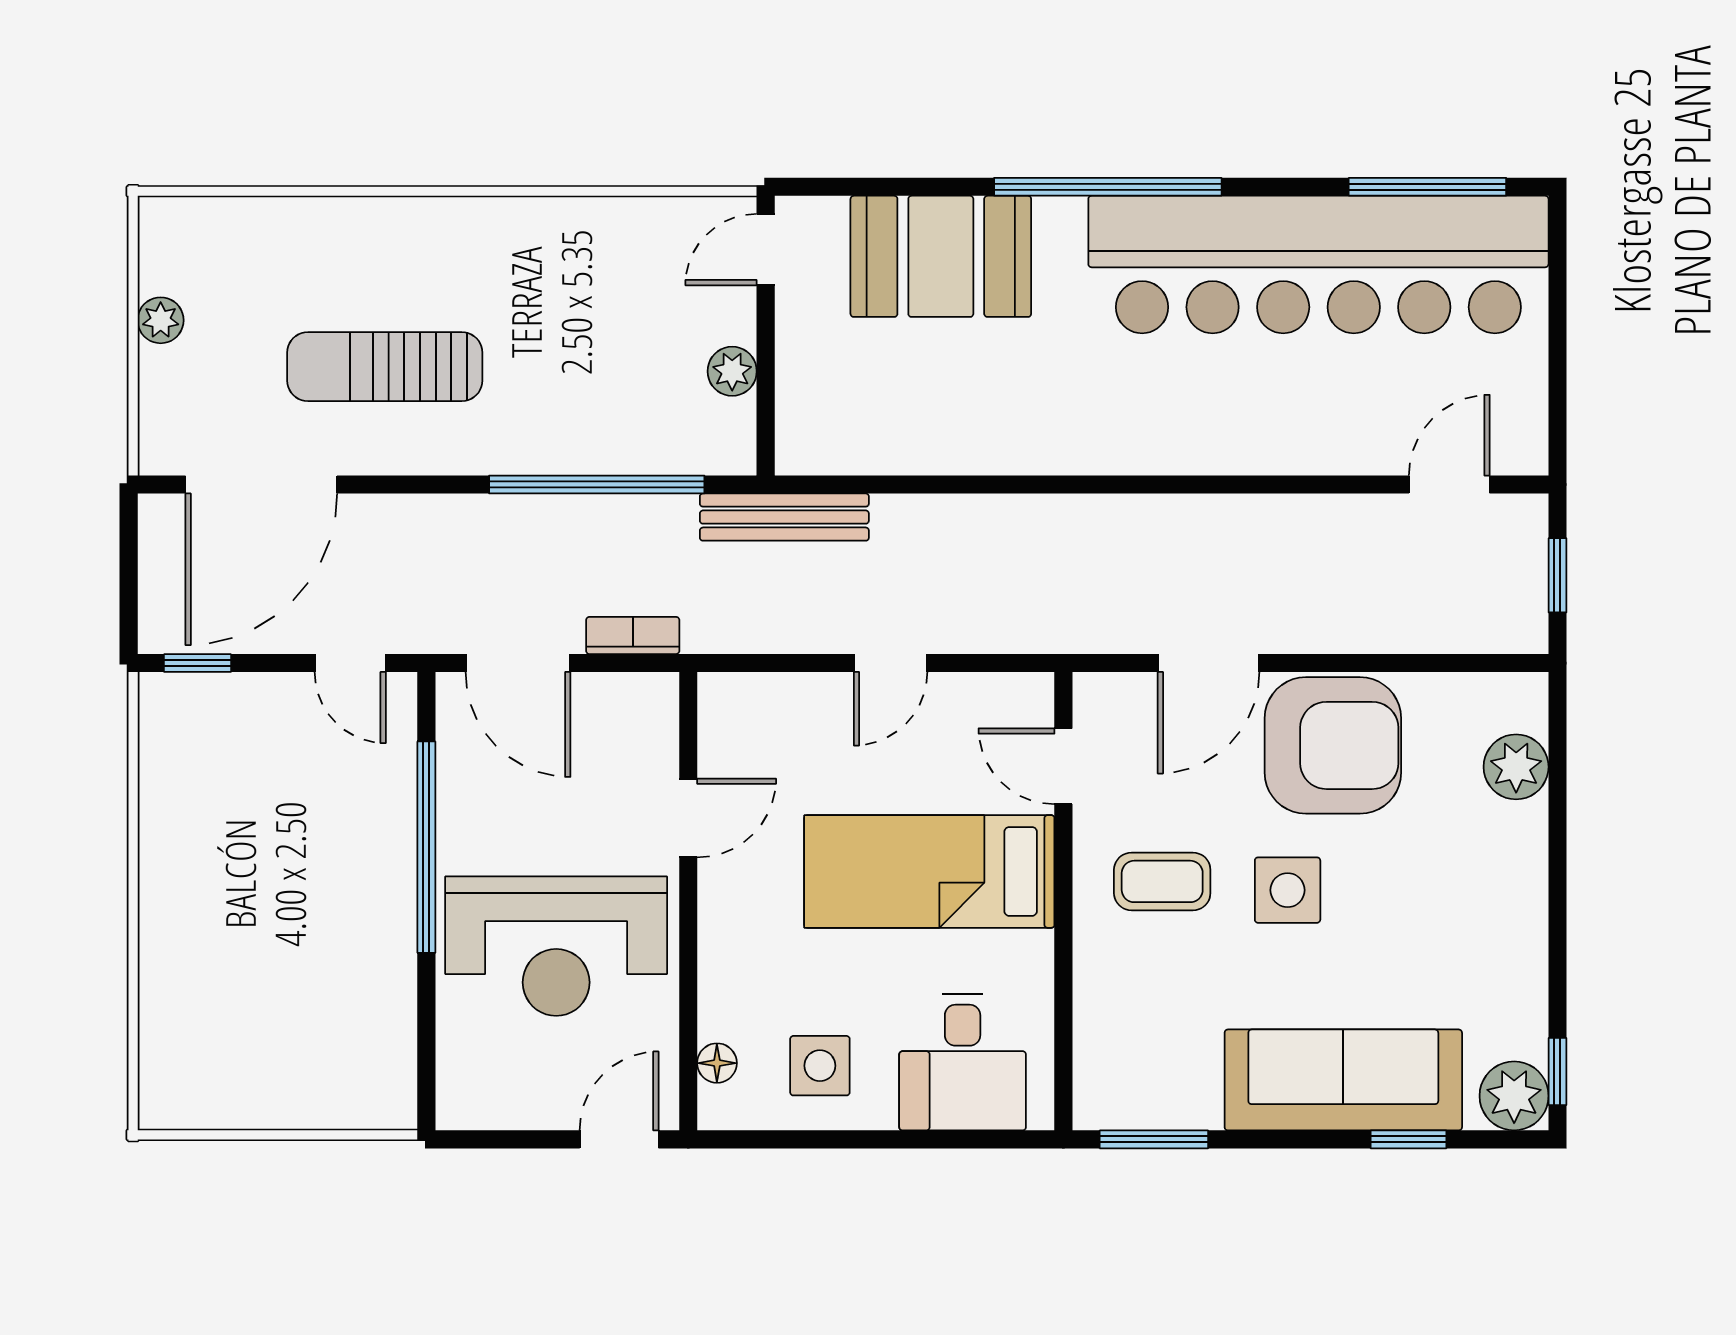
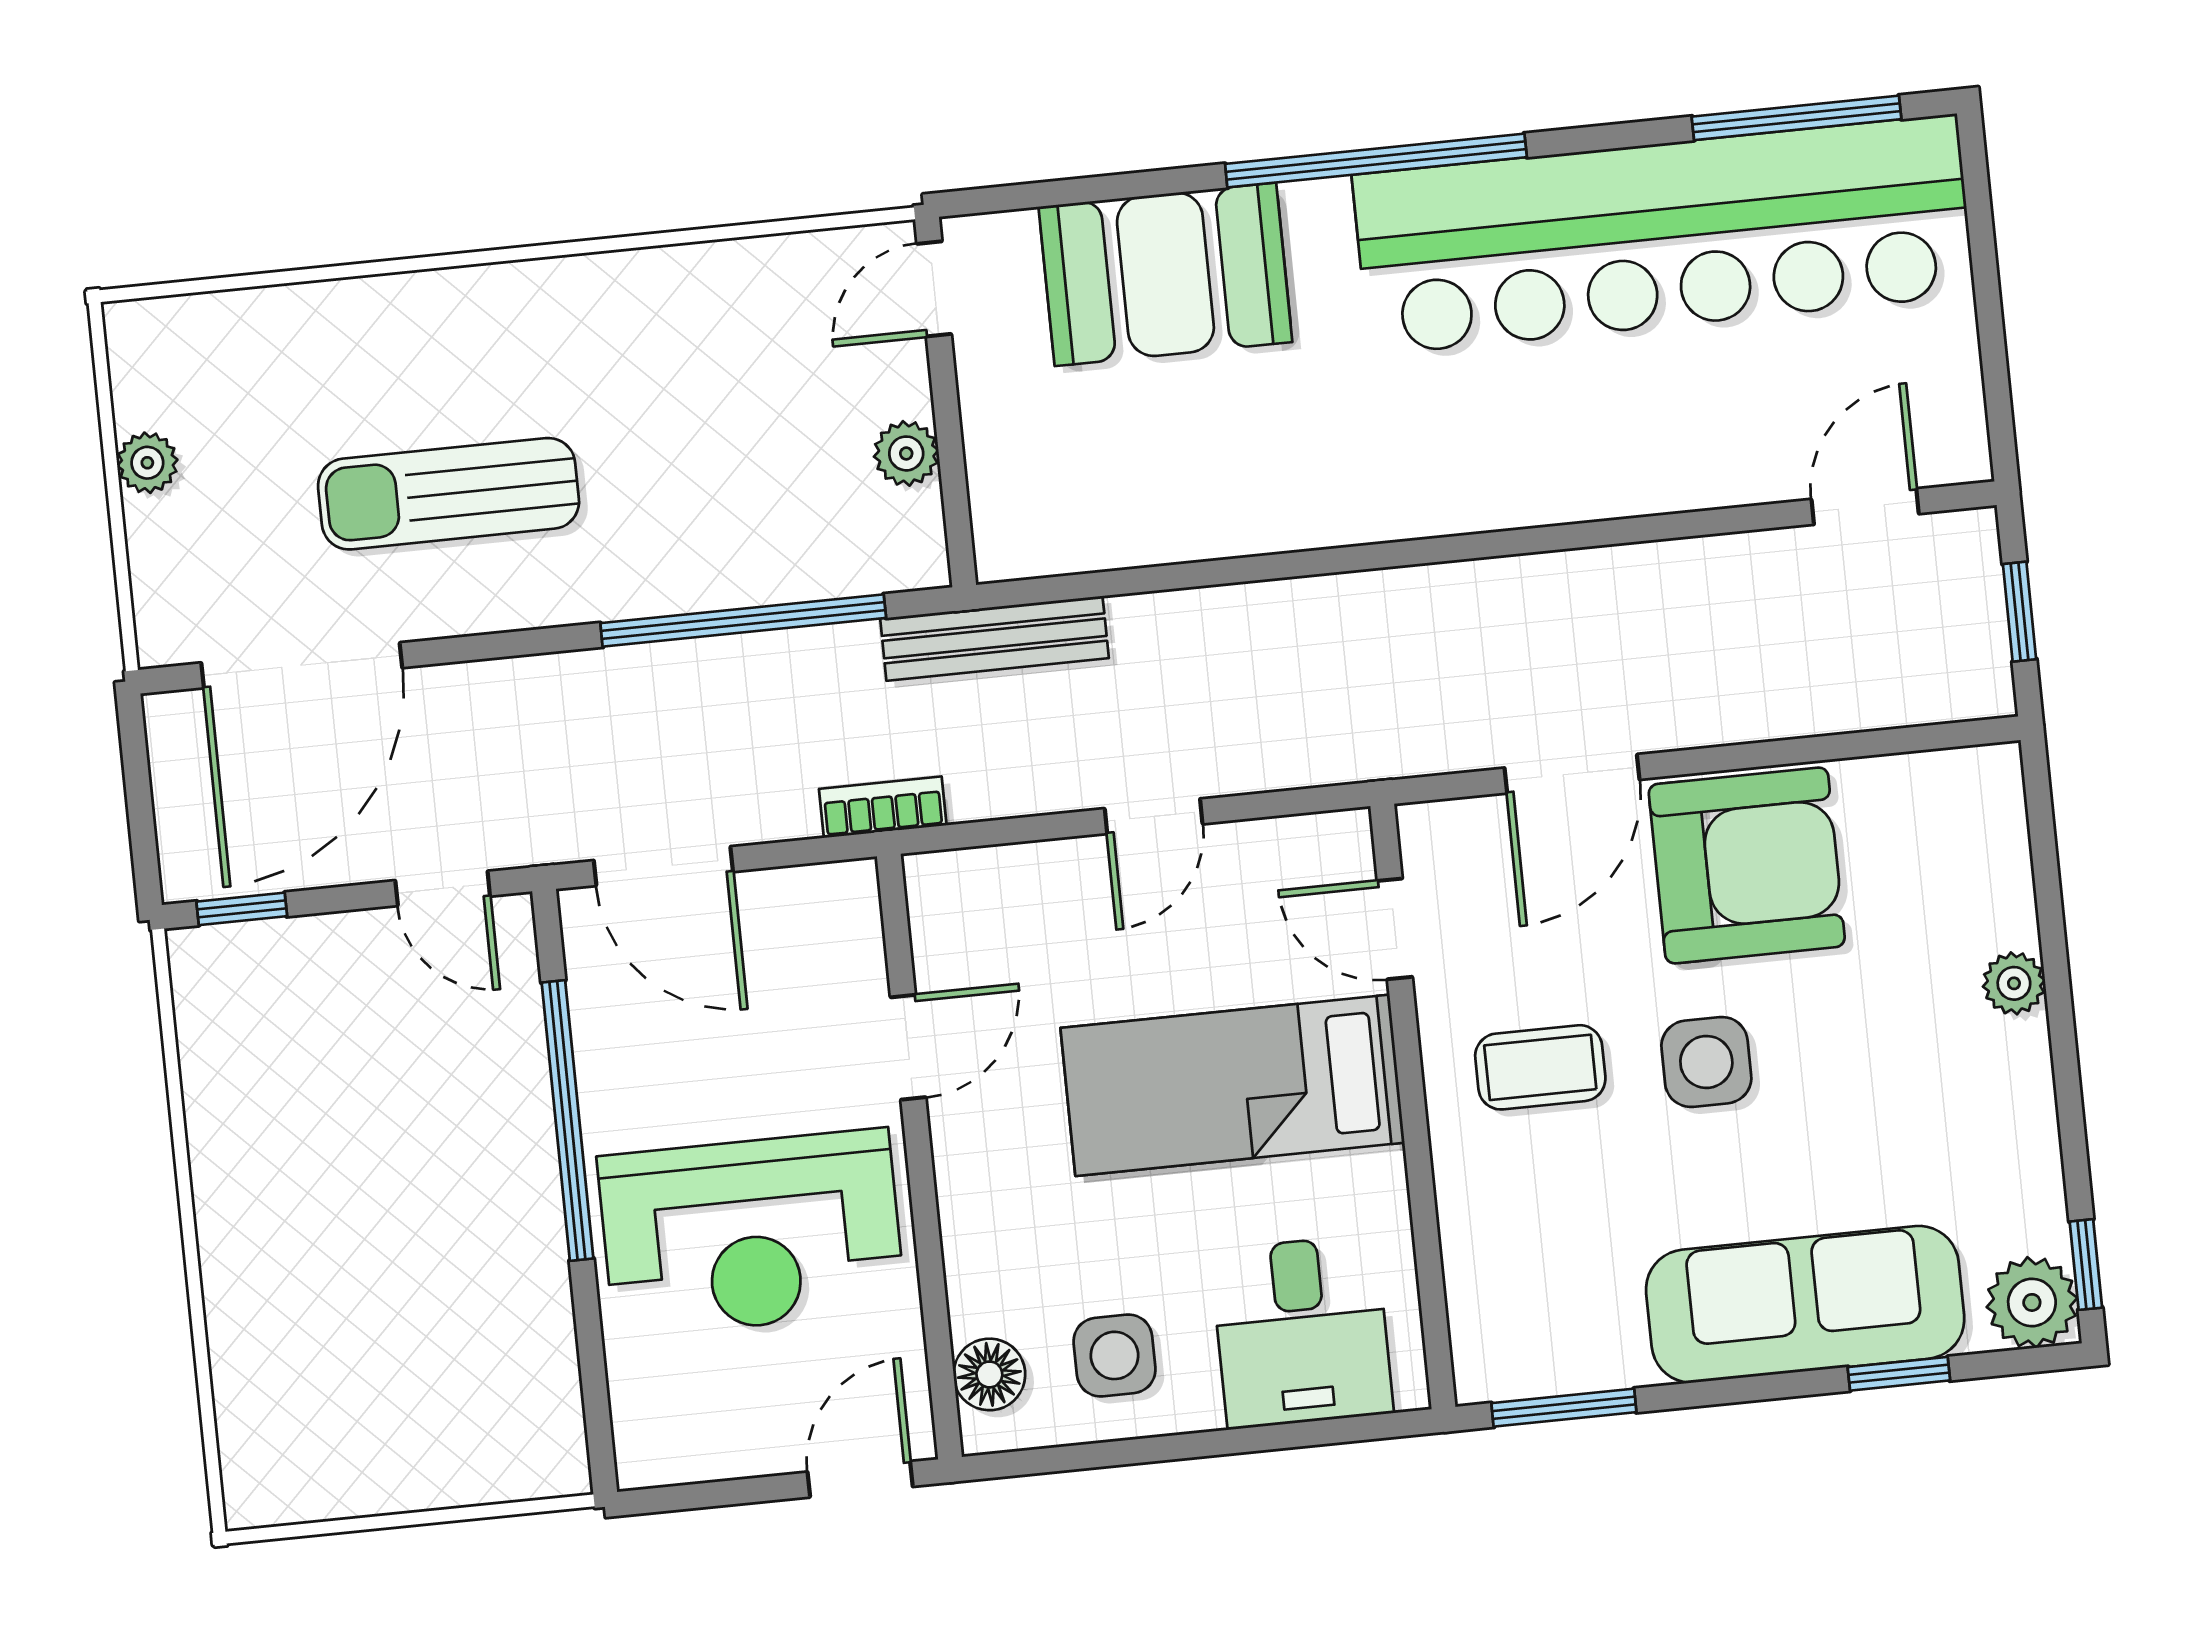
bookcase: (633, 635) -> (883, 807), moved
plant: (1516, 767) -> (2014, 983), moved, width x0.73, depth x0.73
floor lamp: (717, 1063) -> (989, 1374), width x1.37, depth x1.37

